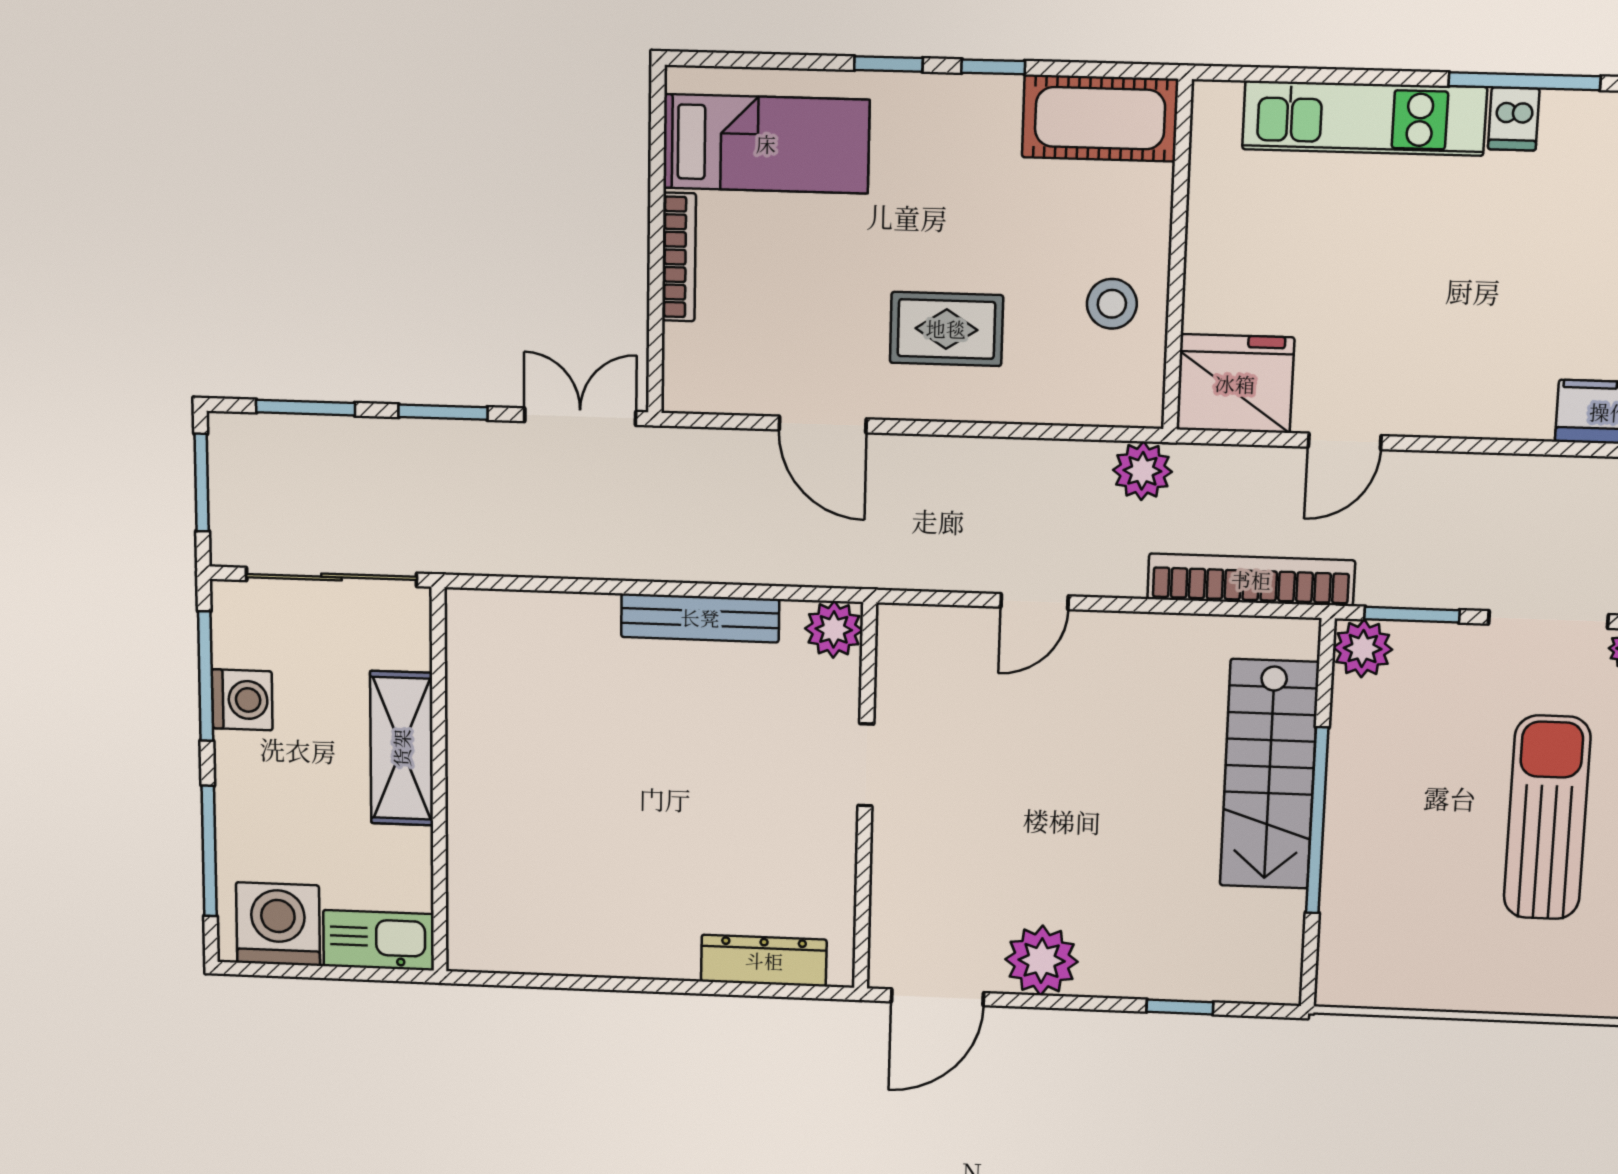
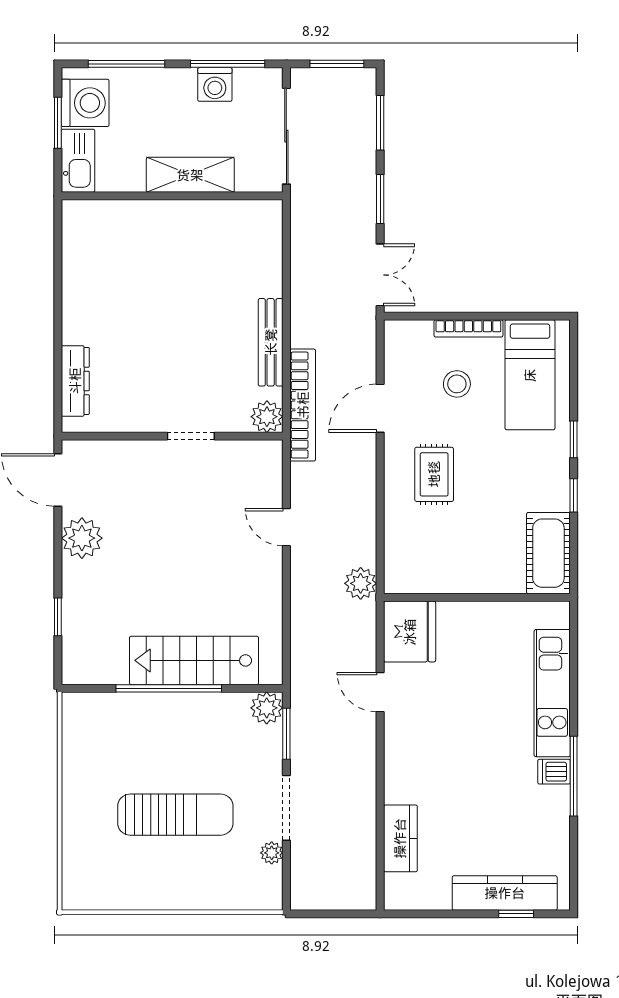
stool: (1112, 304) -> (457, 384), moved
bookcase: (1251, 580) -> (303, 405), moved
window: (313, 972) -> (58, 123), added

